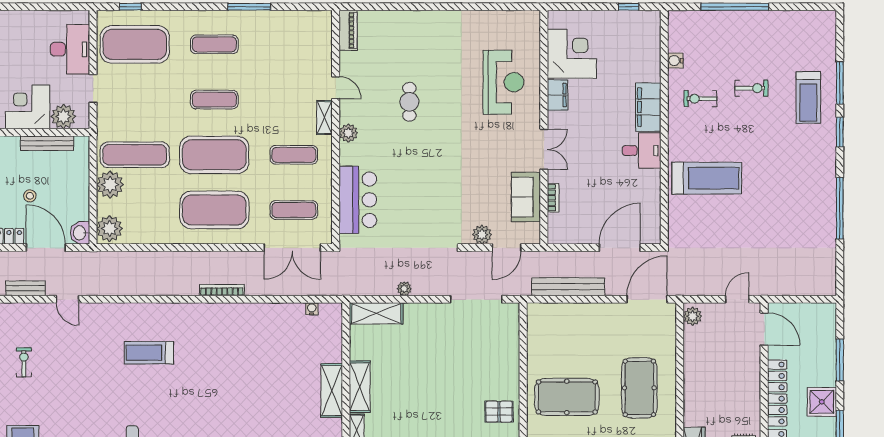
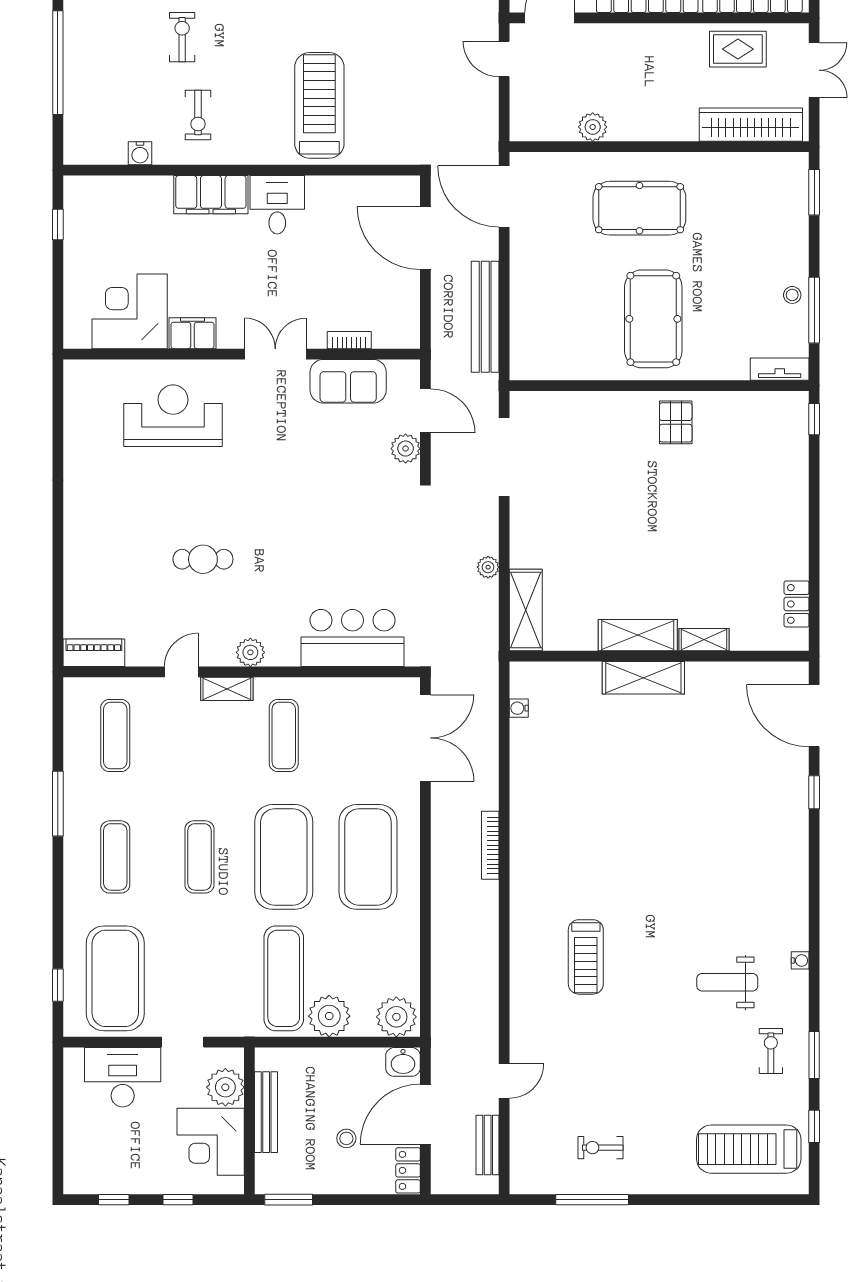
exercise mat: (294, 210) -> (115, 736), moved
plant: (693, 316) -> (593, 127), moved

